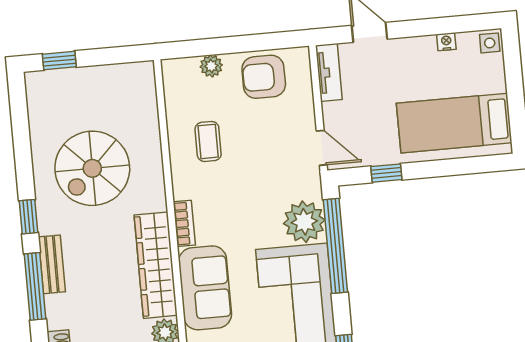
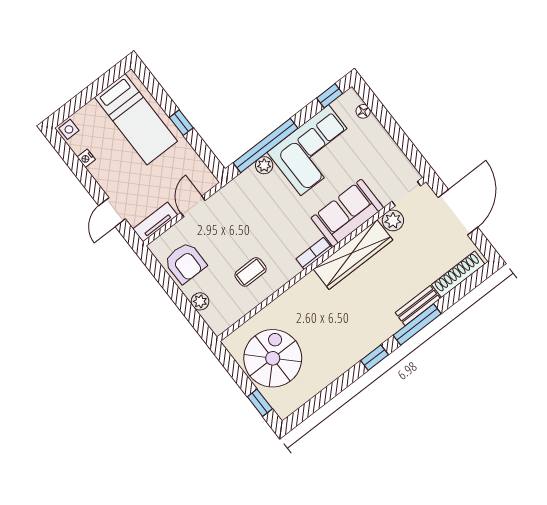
door: (322, 148) -> (193, 206), moved
spiral stairs: (92, 168) -> (273, 358), moved, turned -90
window: (386, 173) -> (181, 123), moved
plant: (304, 222) -> (264, 165), width x0.53, depth x0.53
bench: (52, 264) -> (418, 306), moved

